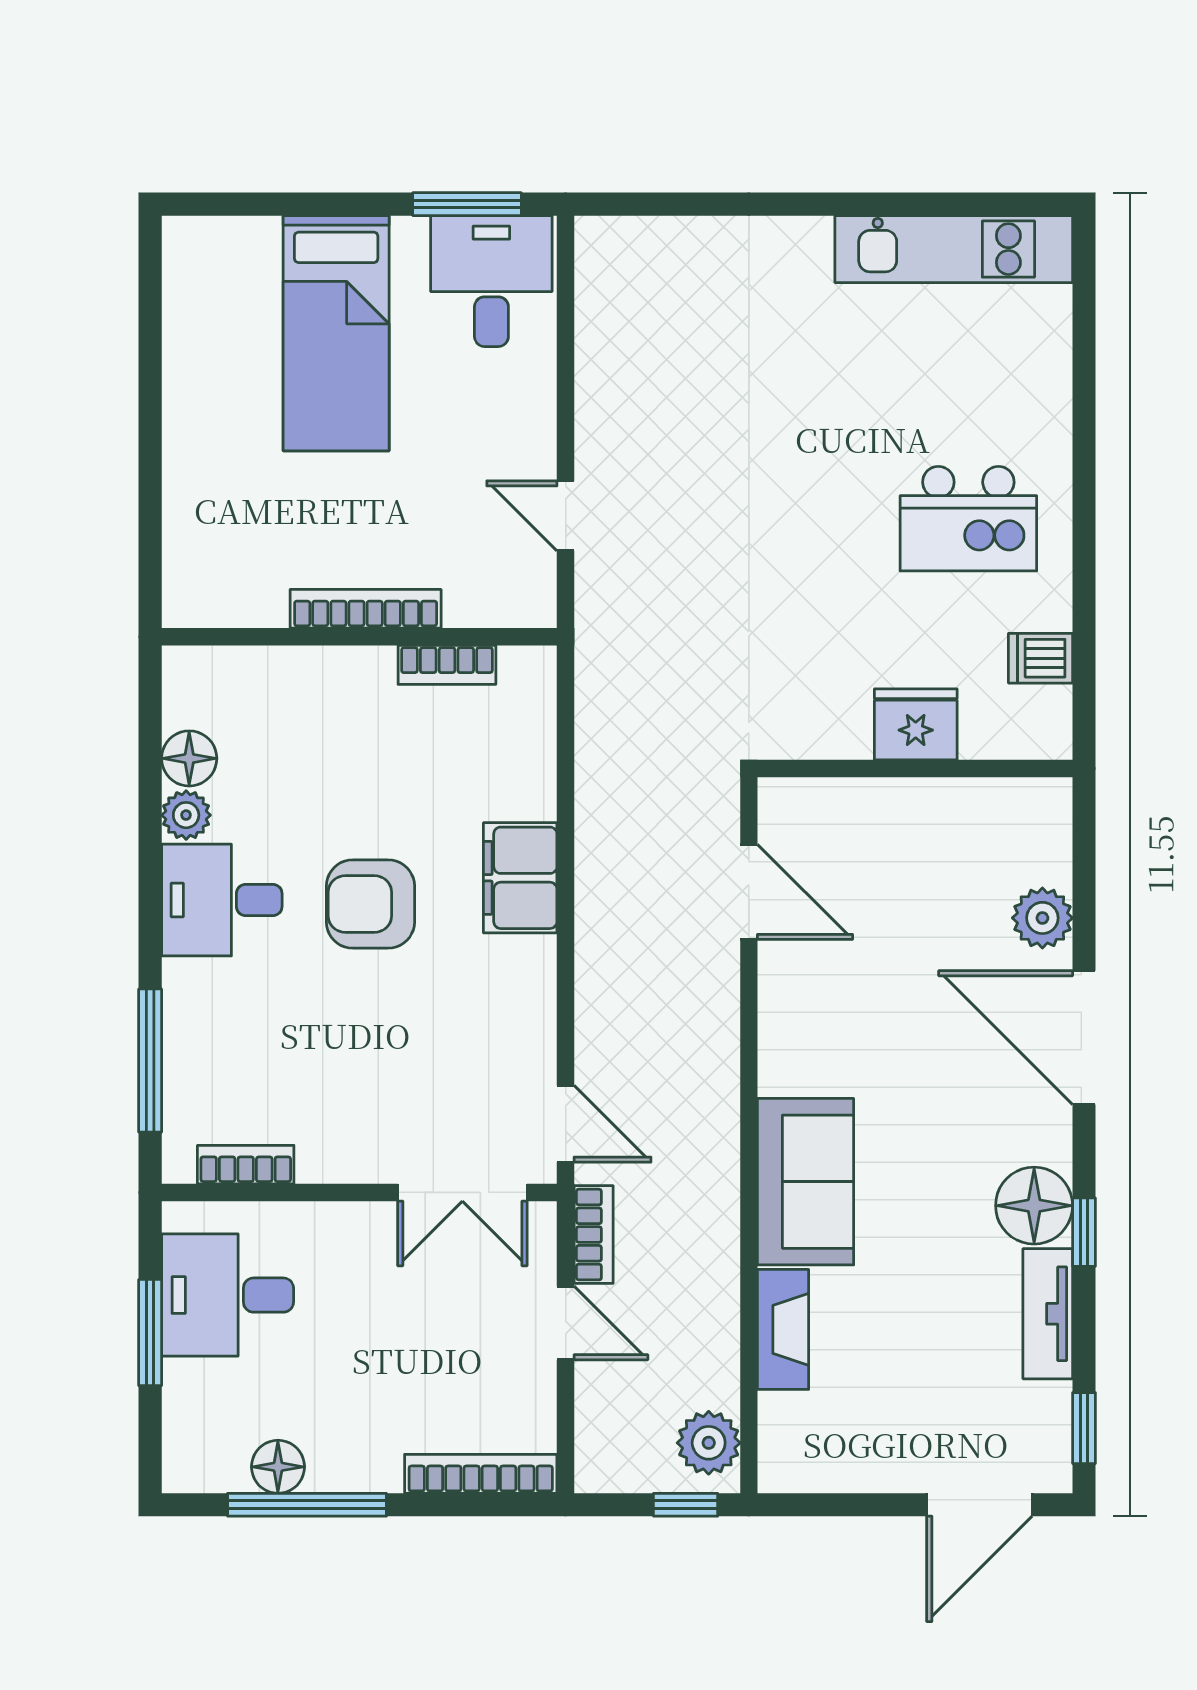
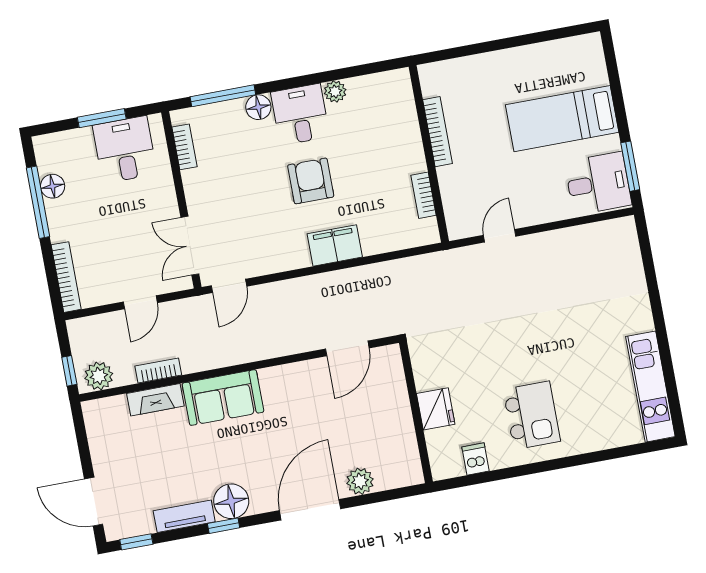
kitchen island: (968, 519) -> (532, 415), turned 180
bookcase: (366, 609) -> (438, 132), moved
floor lamp: (189, 758) -> (258, 107), moved
bookcase: (594, 1235) -> (158, 370), moved, turned 180

